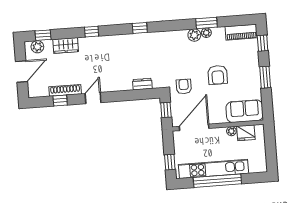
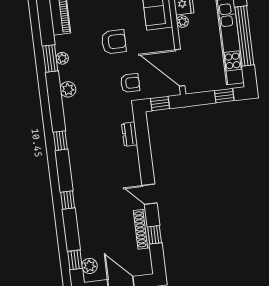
plant: (194, 35) -> (68, 89), moved
wardrobe: (66, 46) -> (86, 231), removed
armchair: (184, 86) -> (130, 83), turned 180

